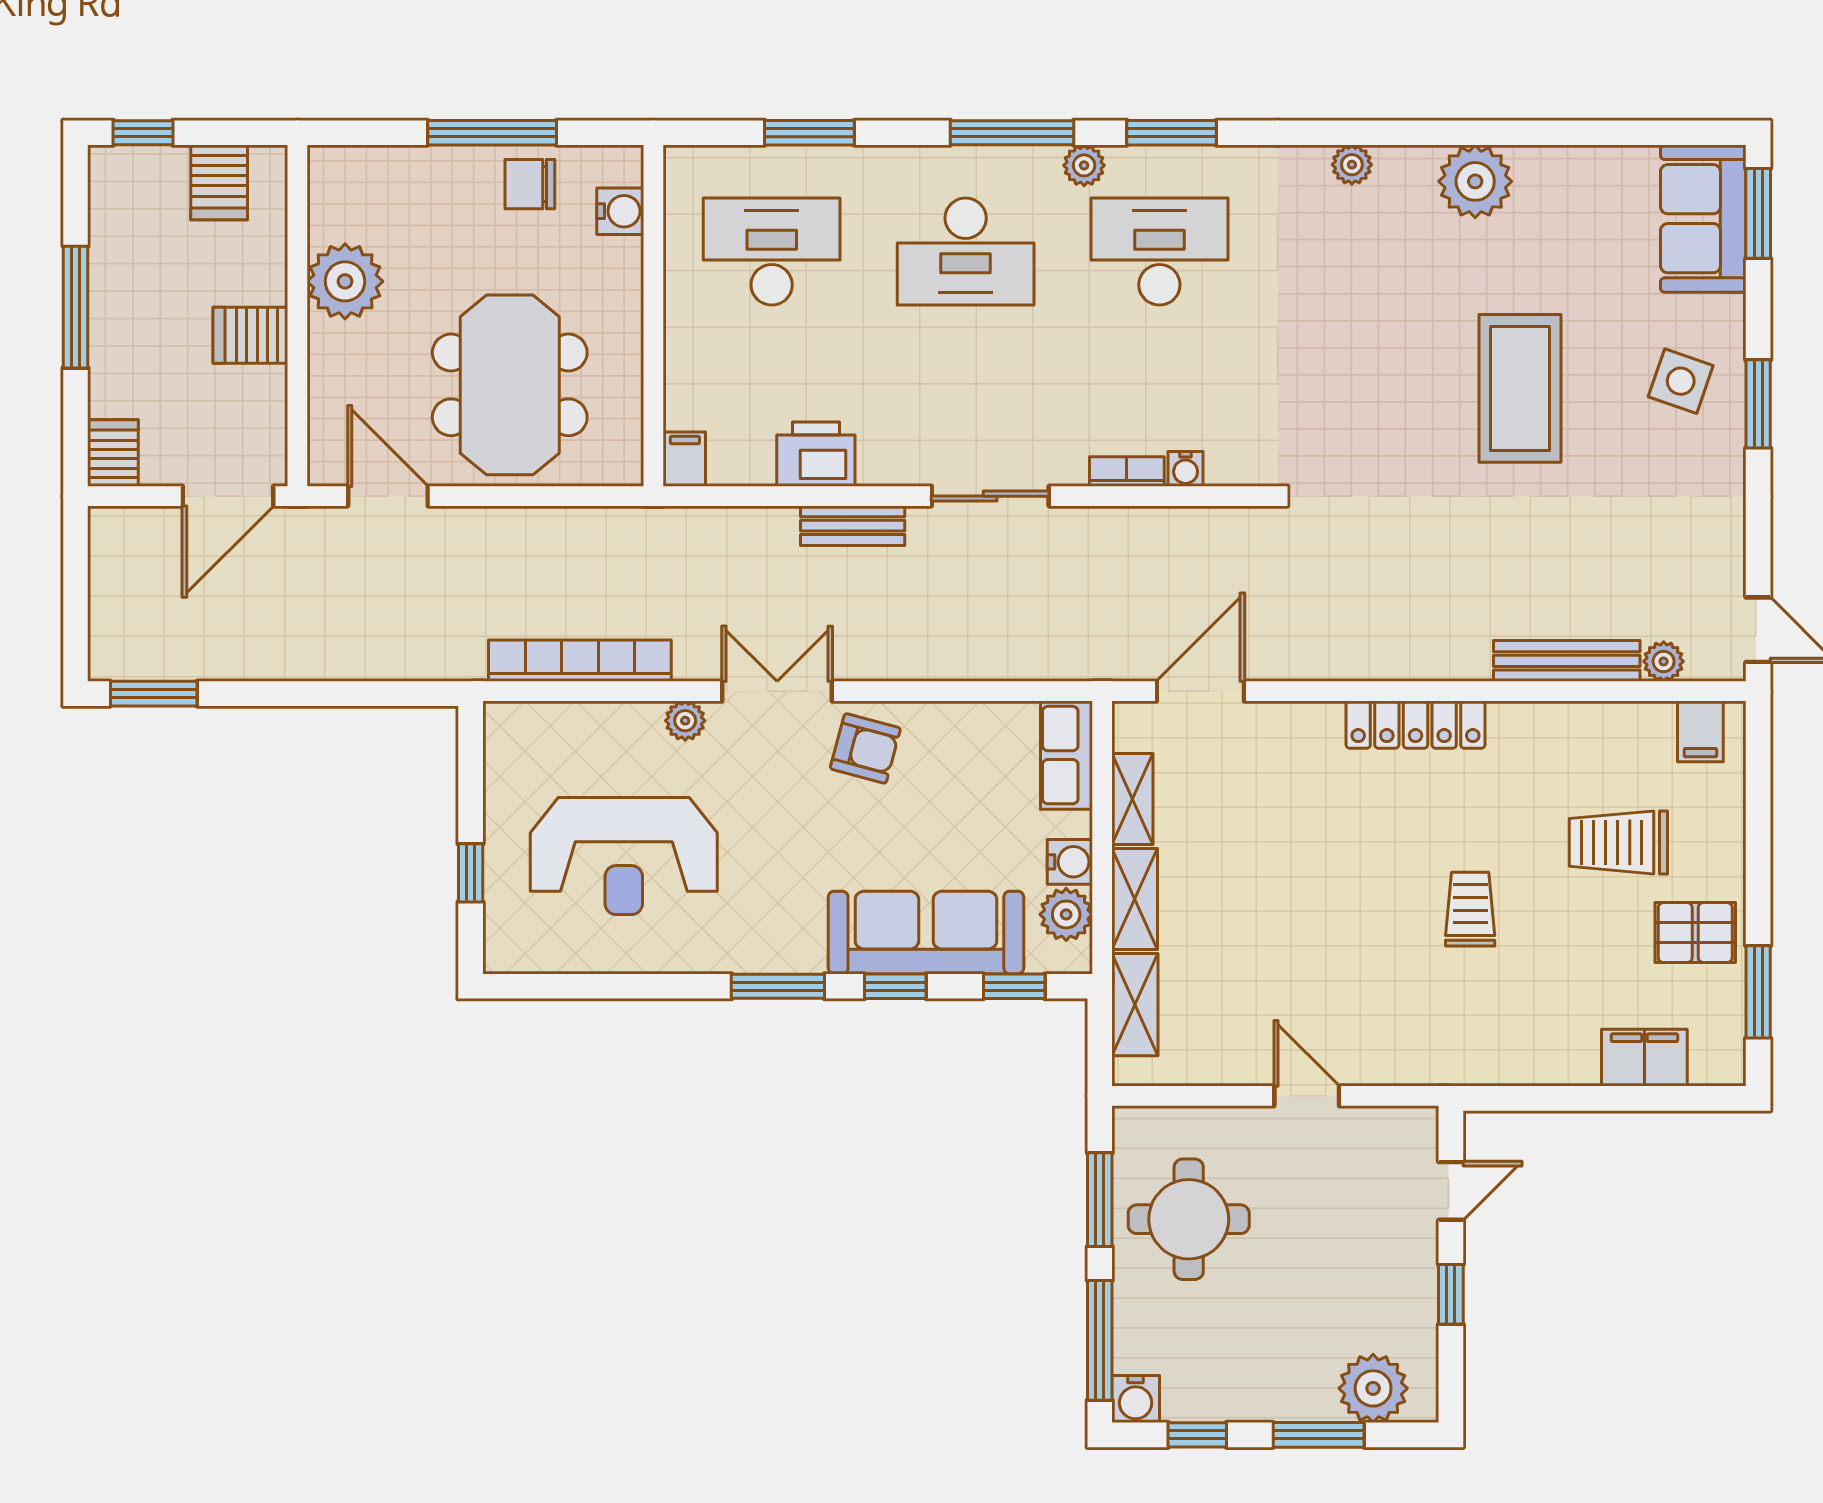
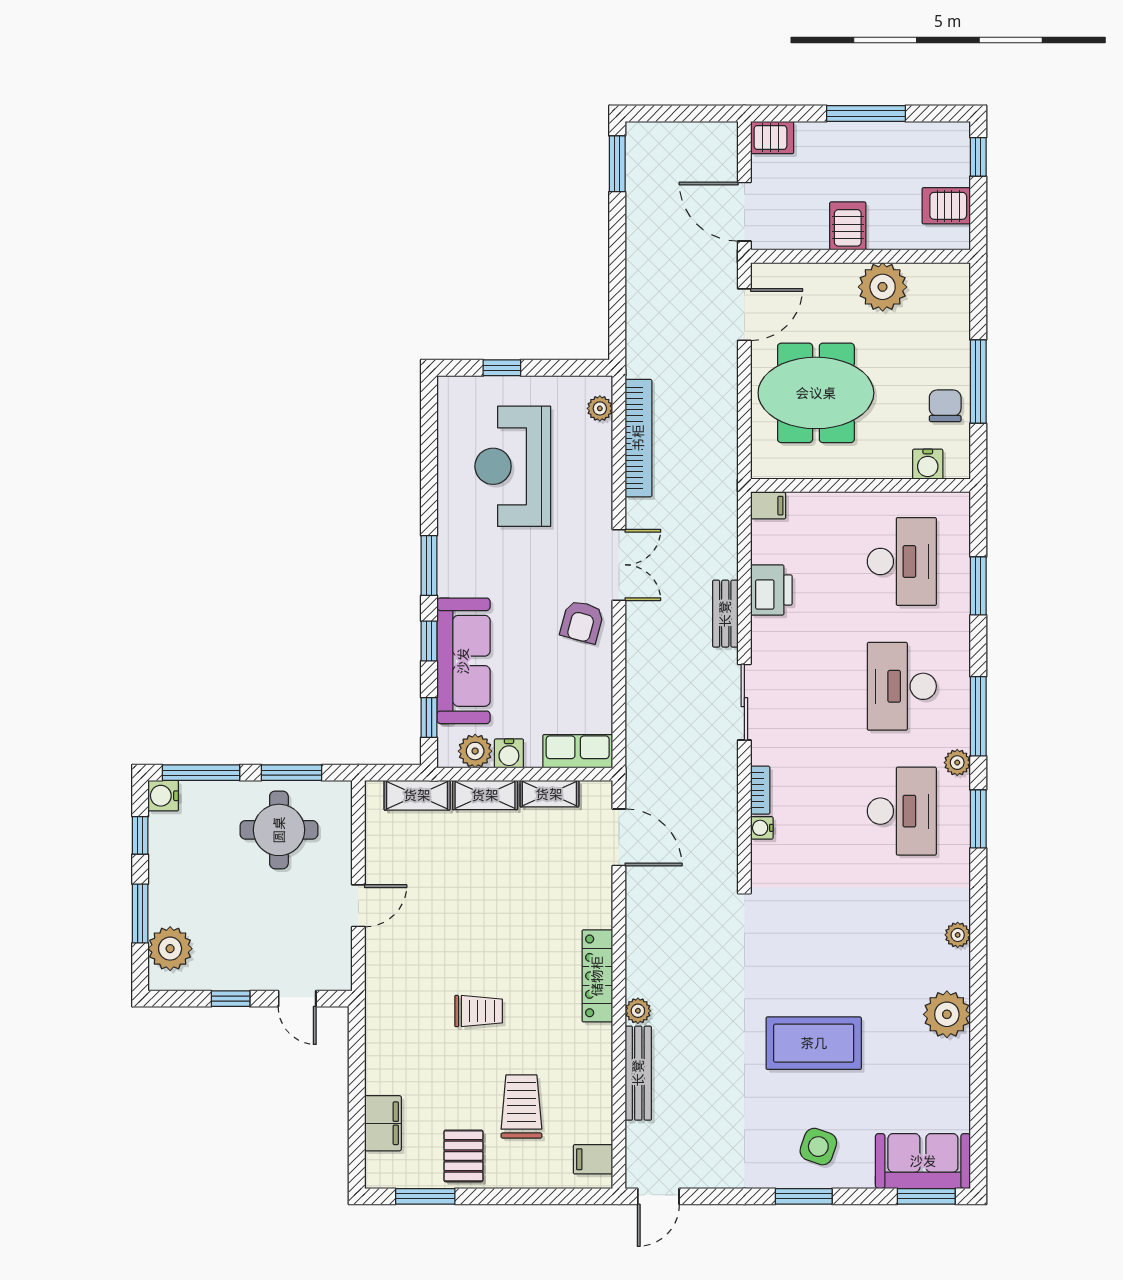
plant: (1664, 661) -> (638, 1011), moved
plant: (685, 721) -> (600, 408), moved

